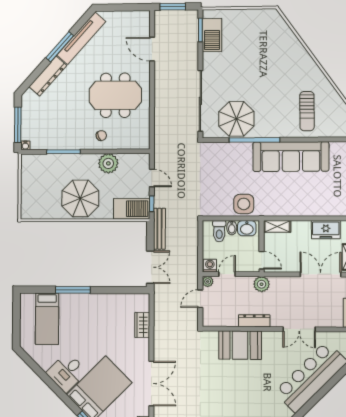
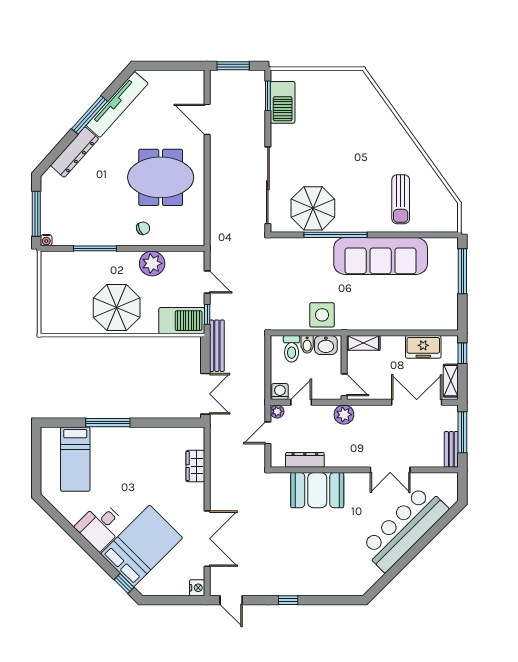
dresser: (254, 321) -> (305, 460), moved

